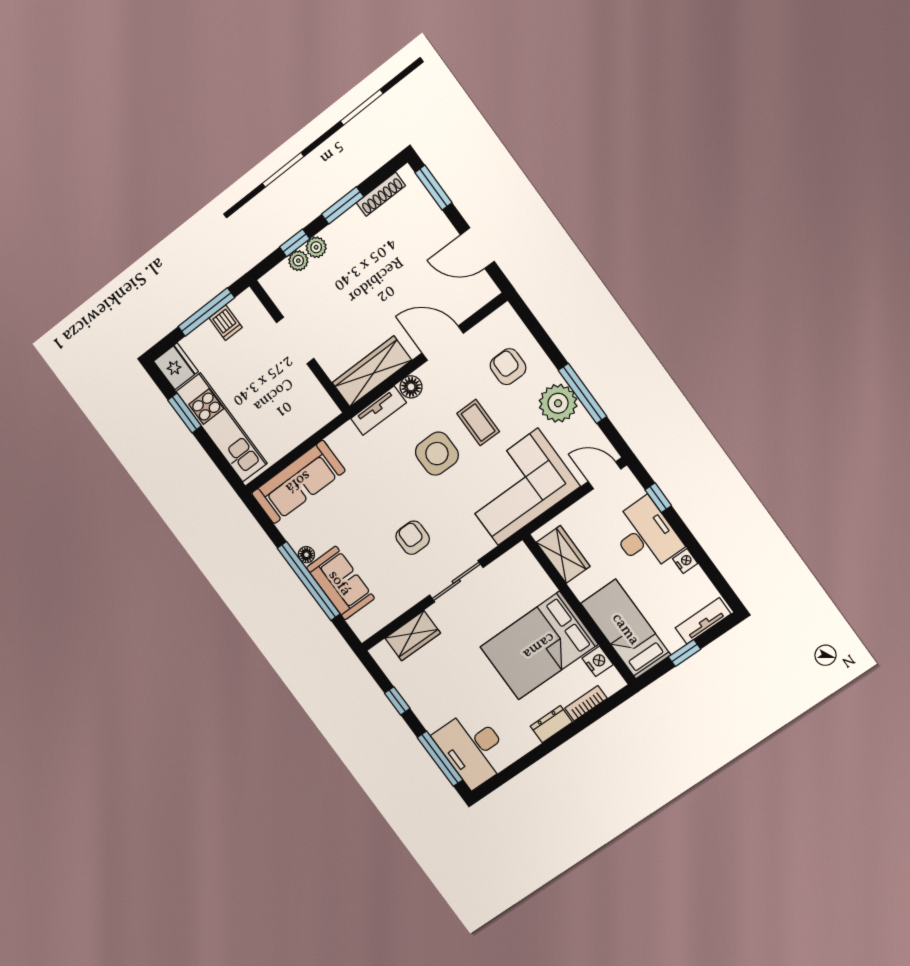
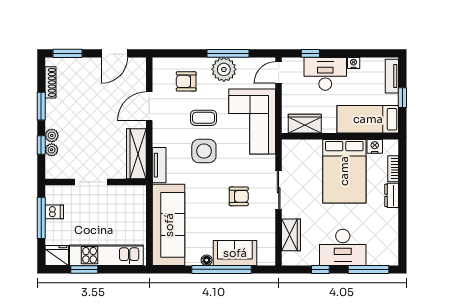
floor lamp: (411, 387) -> (159, 139), removed
sofa: (298, 482) -> (169, 225), width x1.36, depth x1.27
armchair: (413, 538) -> (239, 196), turned 180
desk: (473, 748) -> (343, 247), moved

